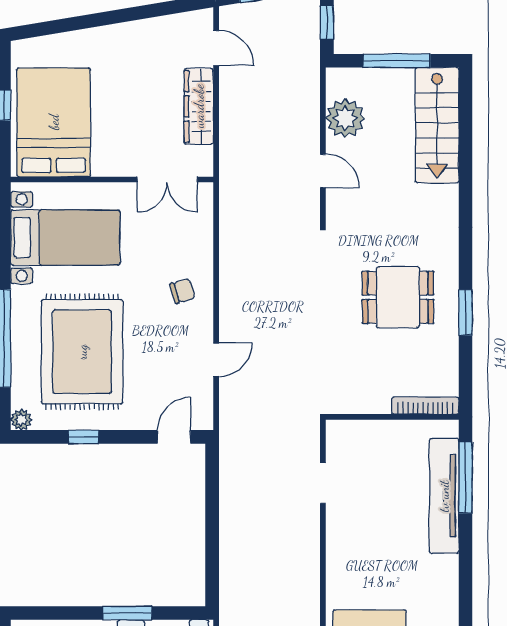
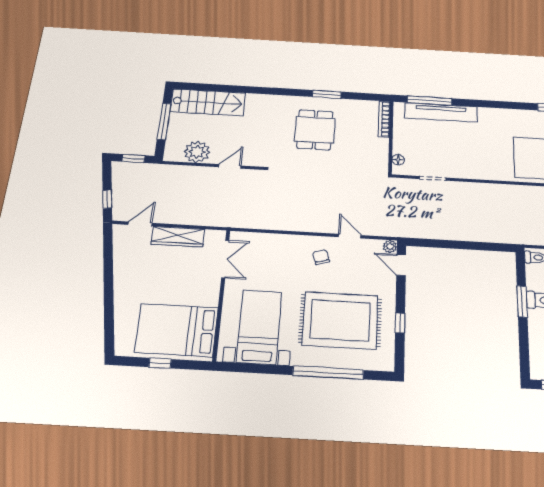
chair: (183, 291) -> (321, 257), moved
plant: (21, 420) -> (390, 246), moved
floor lamp: (352, 429) -> (398, 160), added

